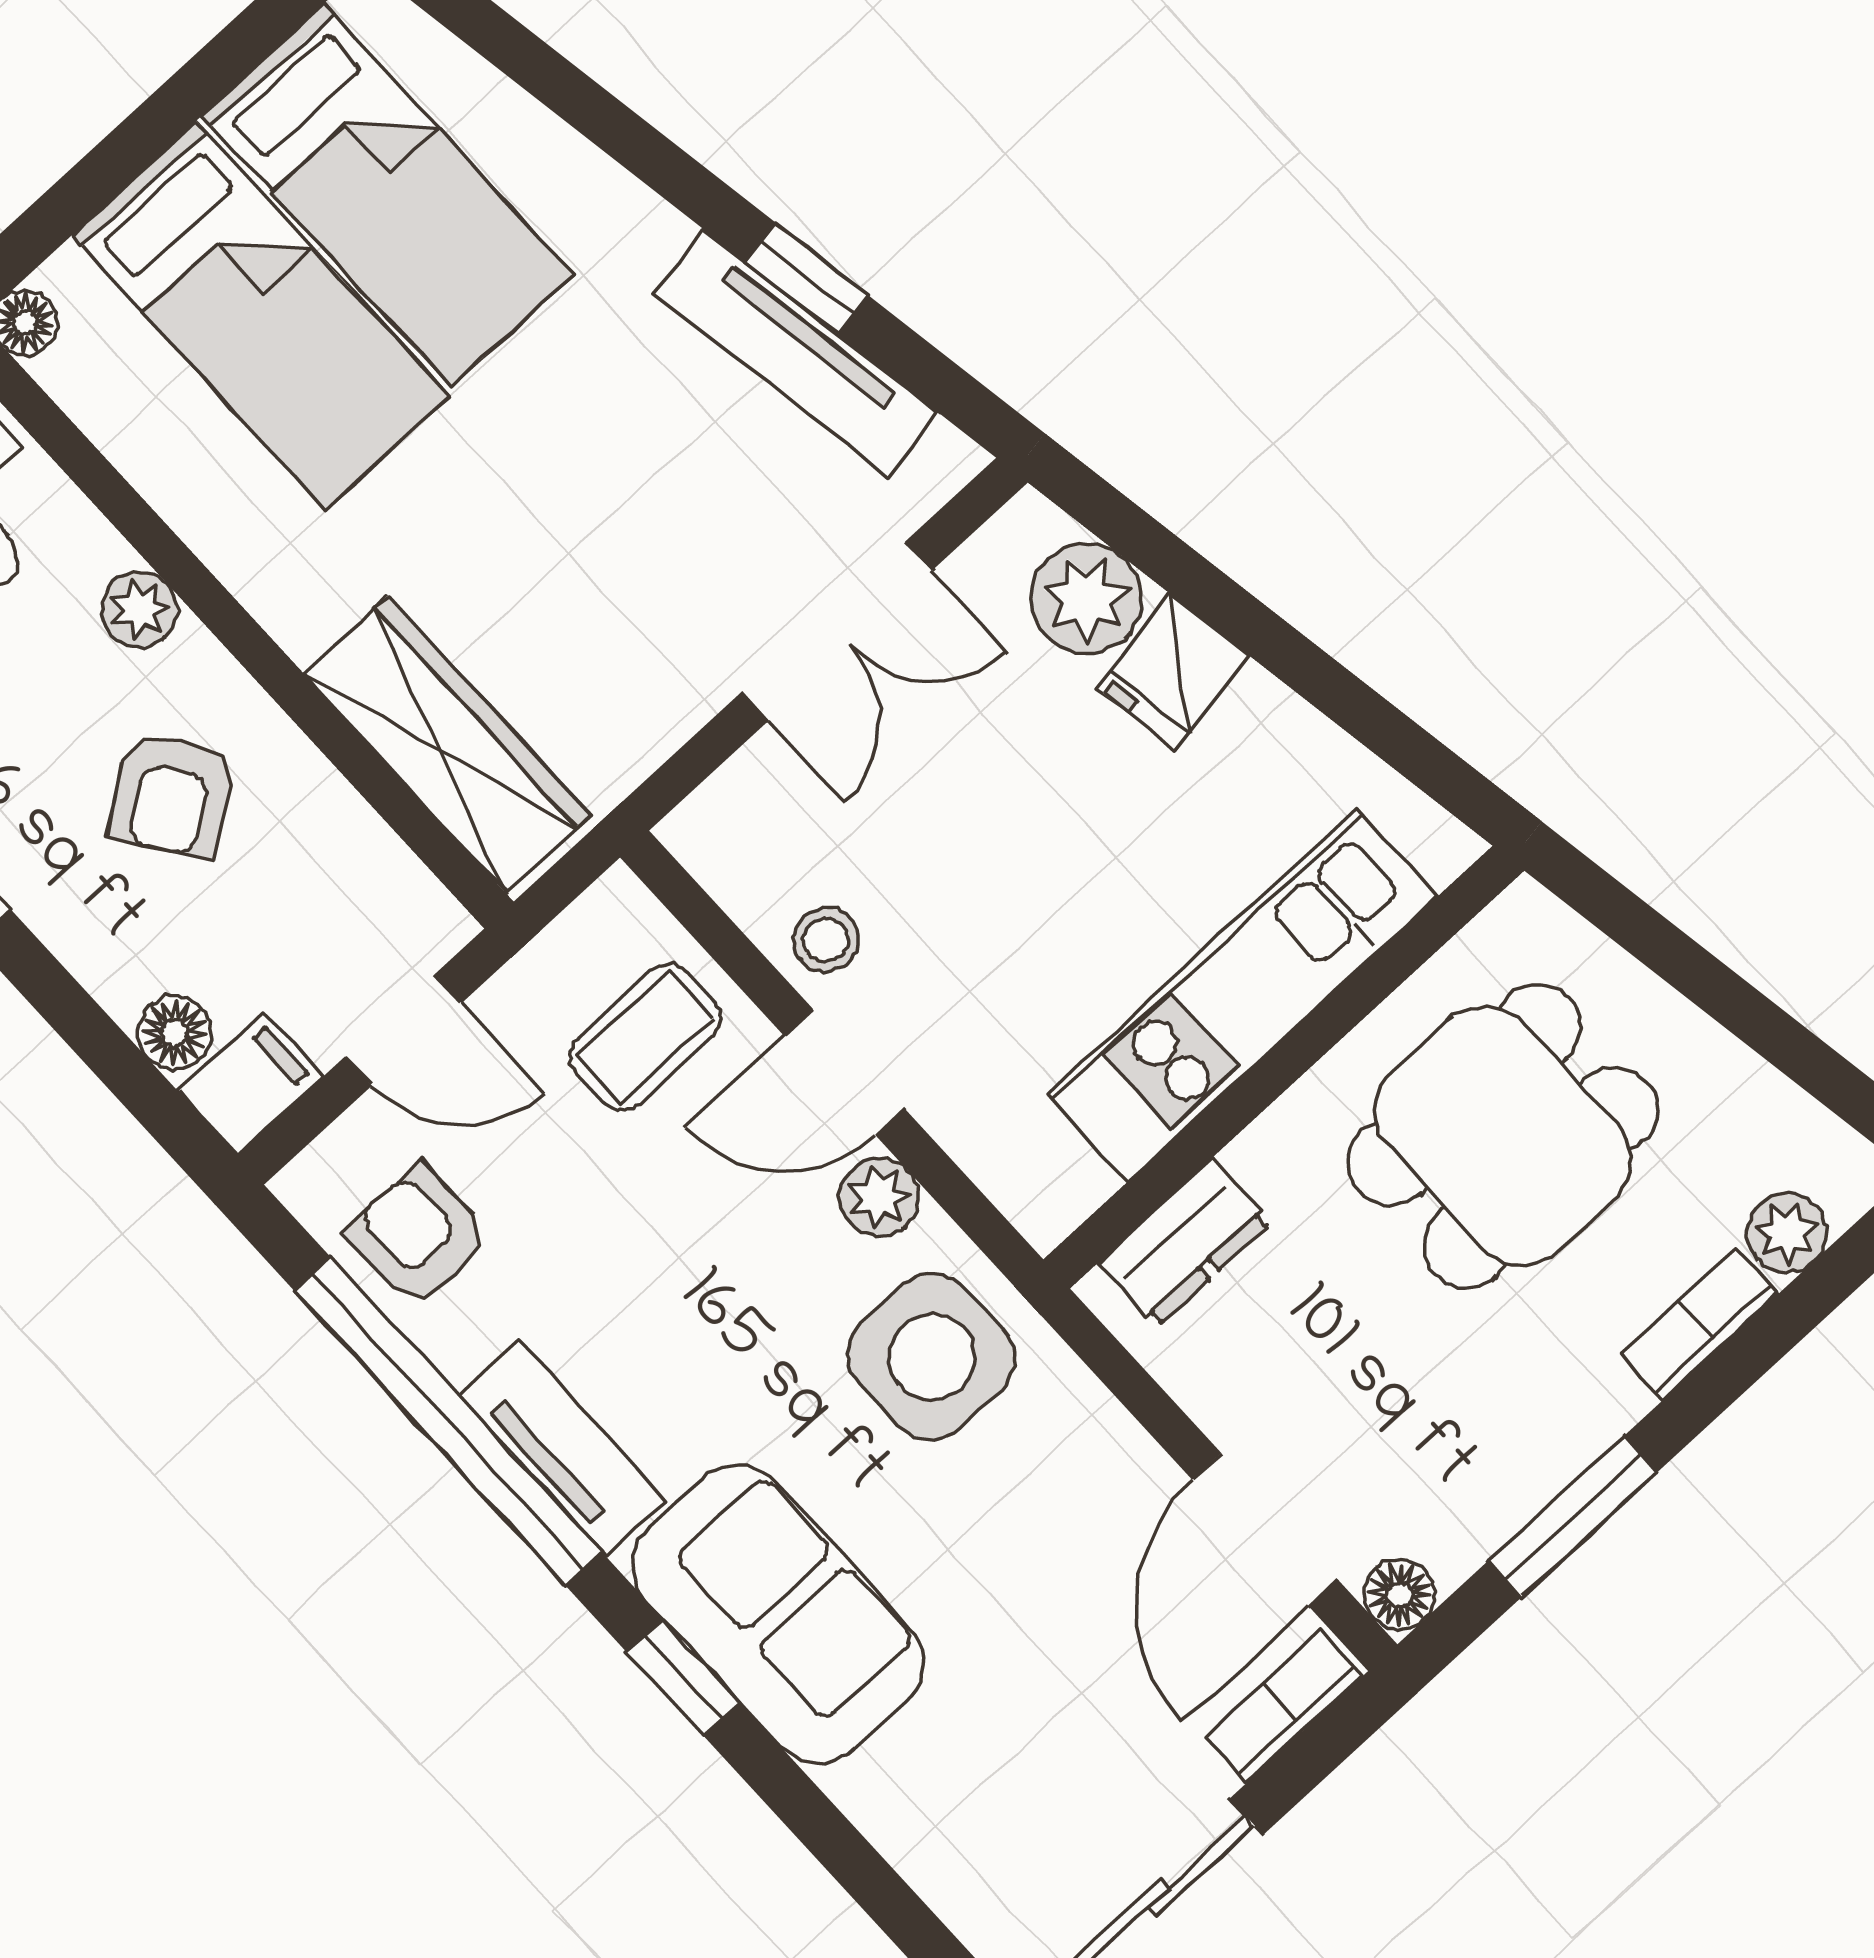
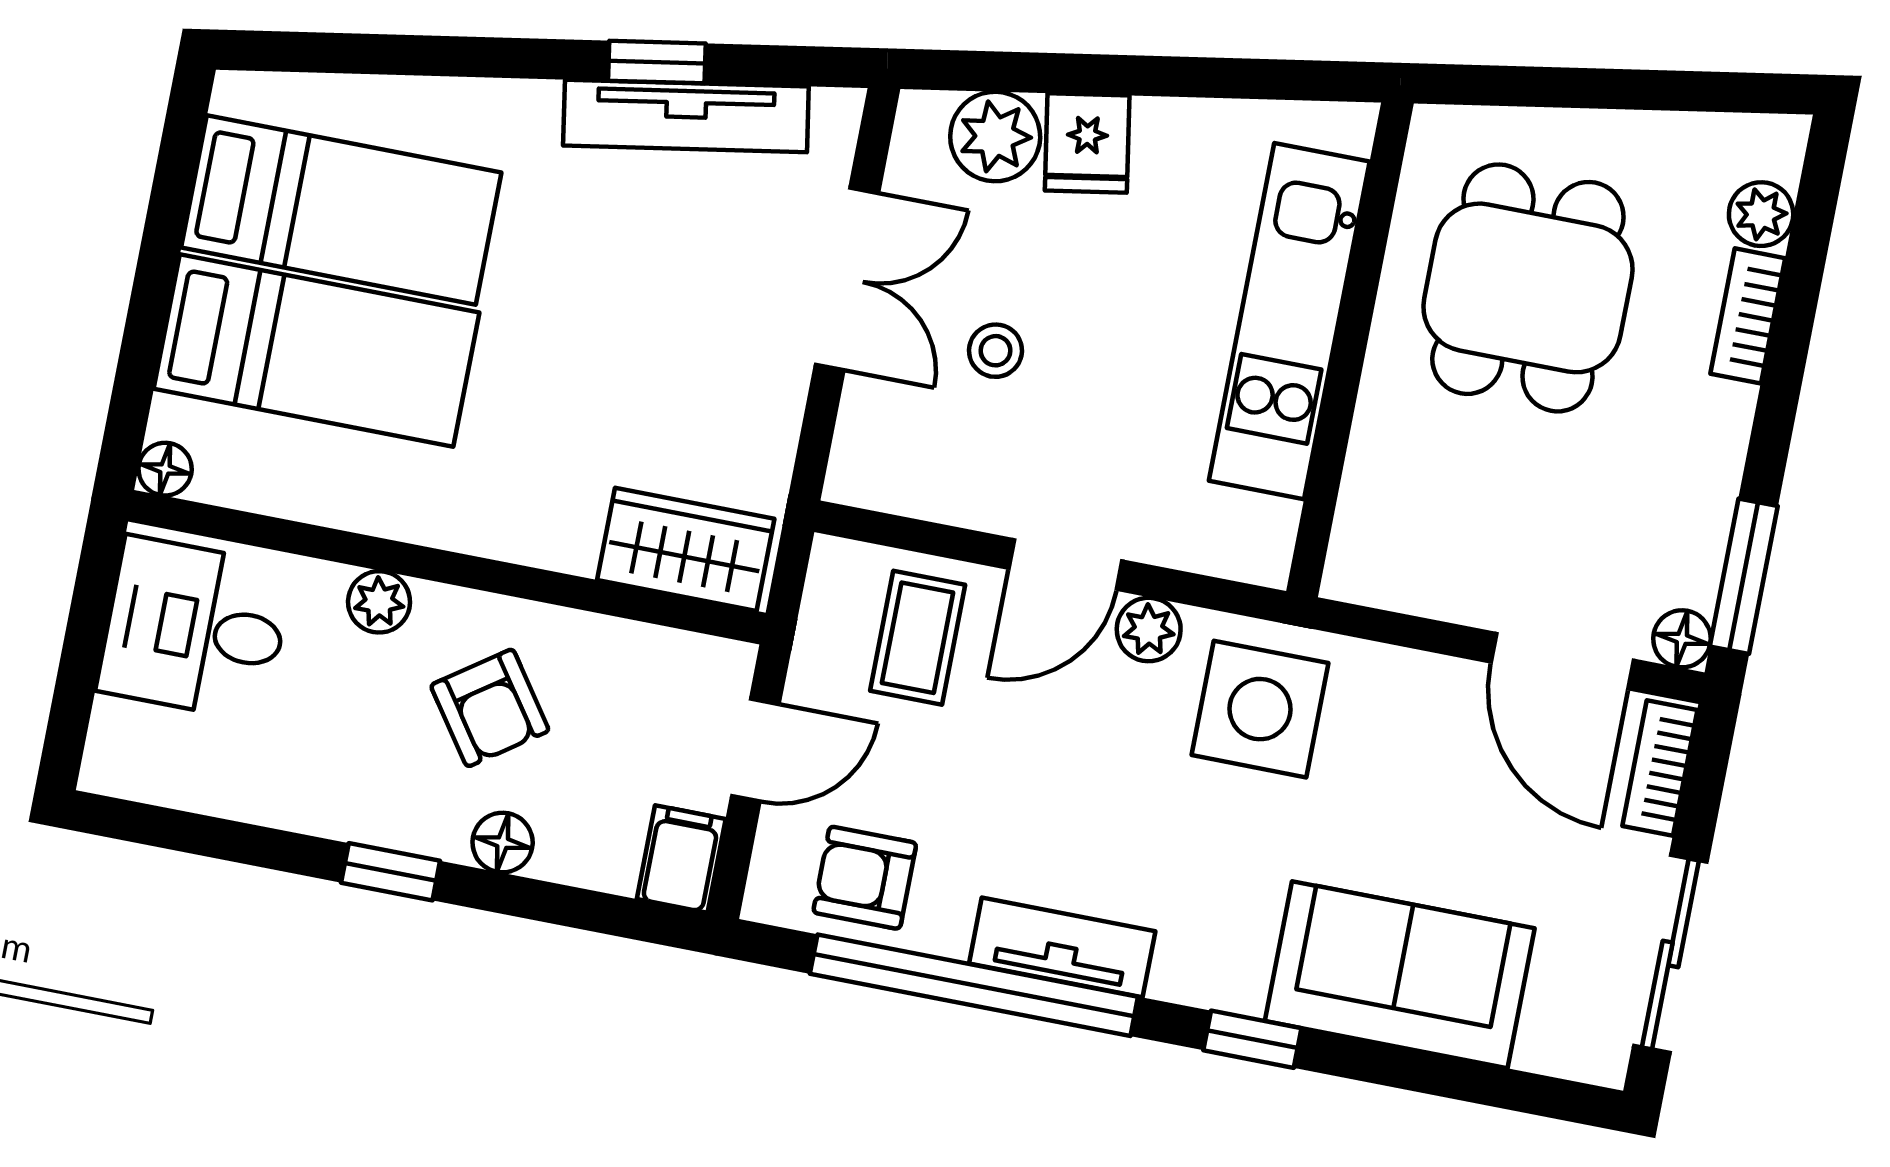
wardrobe: (447, 744) -> (686, 549), width x0.67
stool: (826, 940) -> (996, 351), moved
floor lamp: (174, 1033) -> (503, 843), moved
dresser: (1185, 1242) -> (1371, 511), removed
window: (1573, 1516) -> (1744, 576), moved
sofa: (778, 1614) -> (1400, 975), moved

